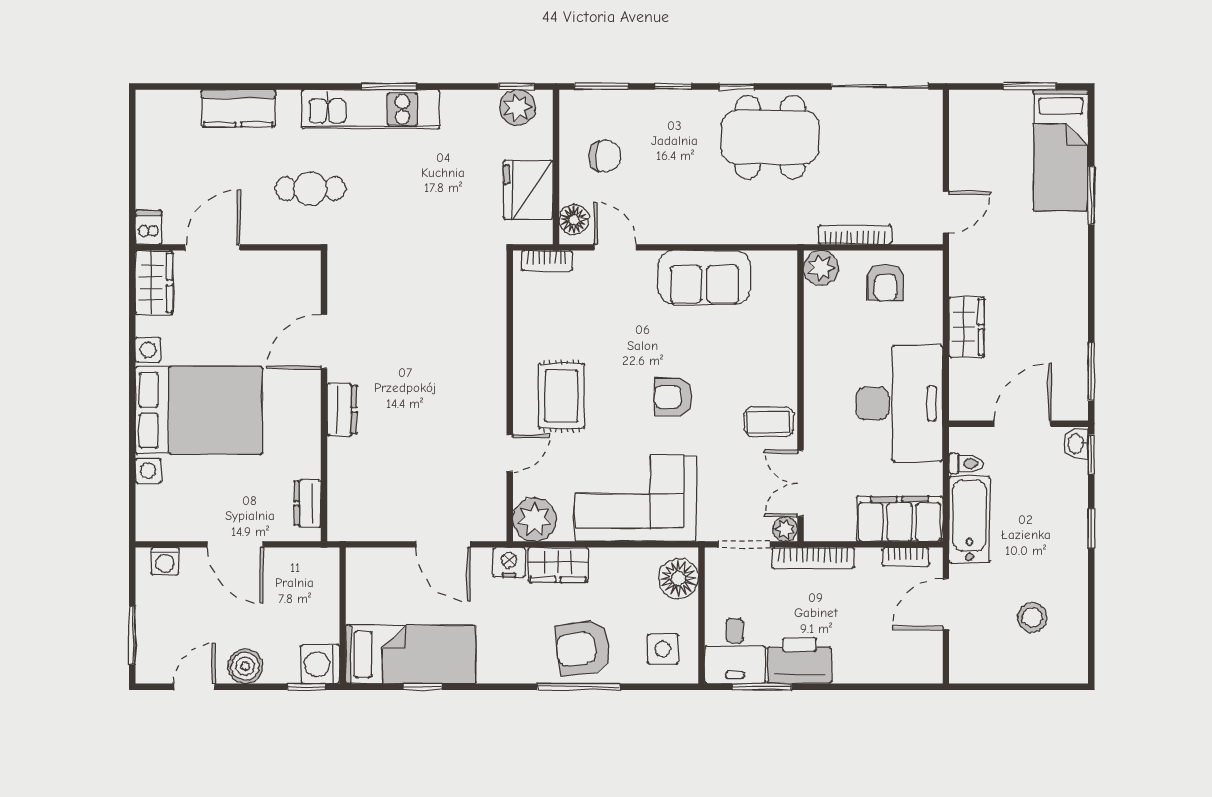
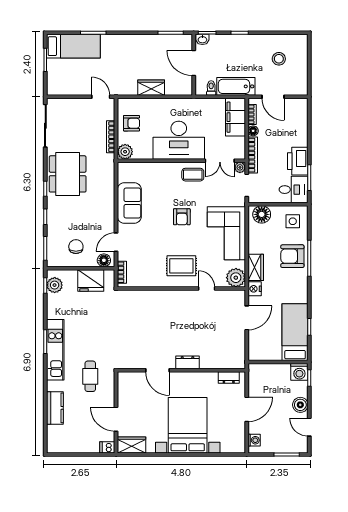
desk: (899, 404) -> (179, 140), moved, turned 180
coffee table: (769, 422) -> (193, 175), turned 90
floor lamp: (868, 559) -> (253, 131), added
armchair: (583, 648) -> (292, 256), turned 97

